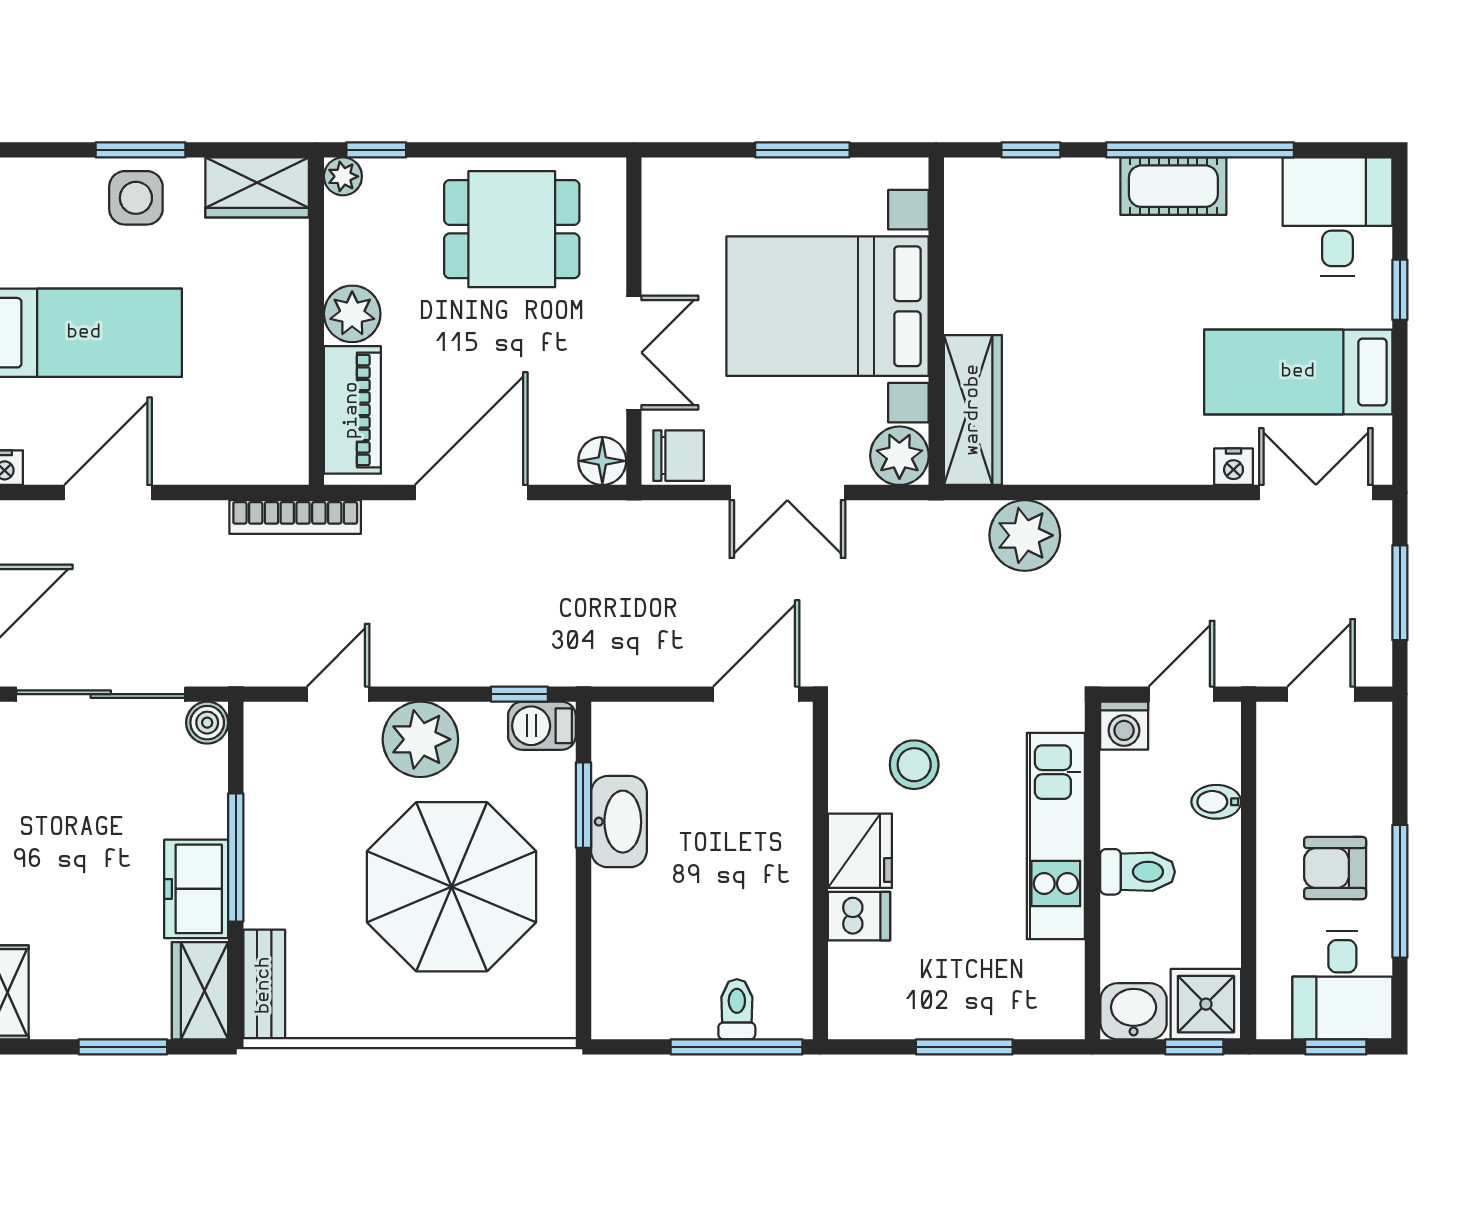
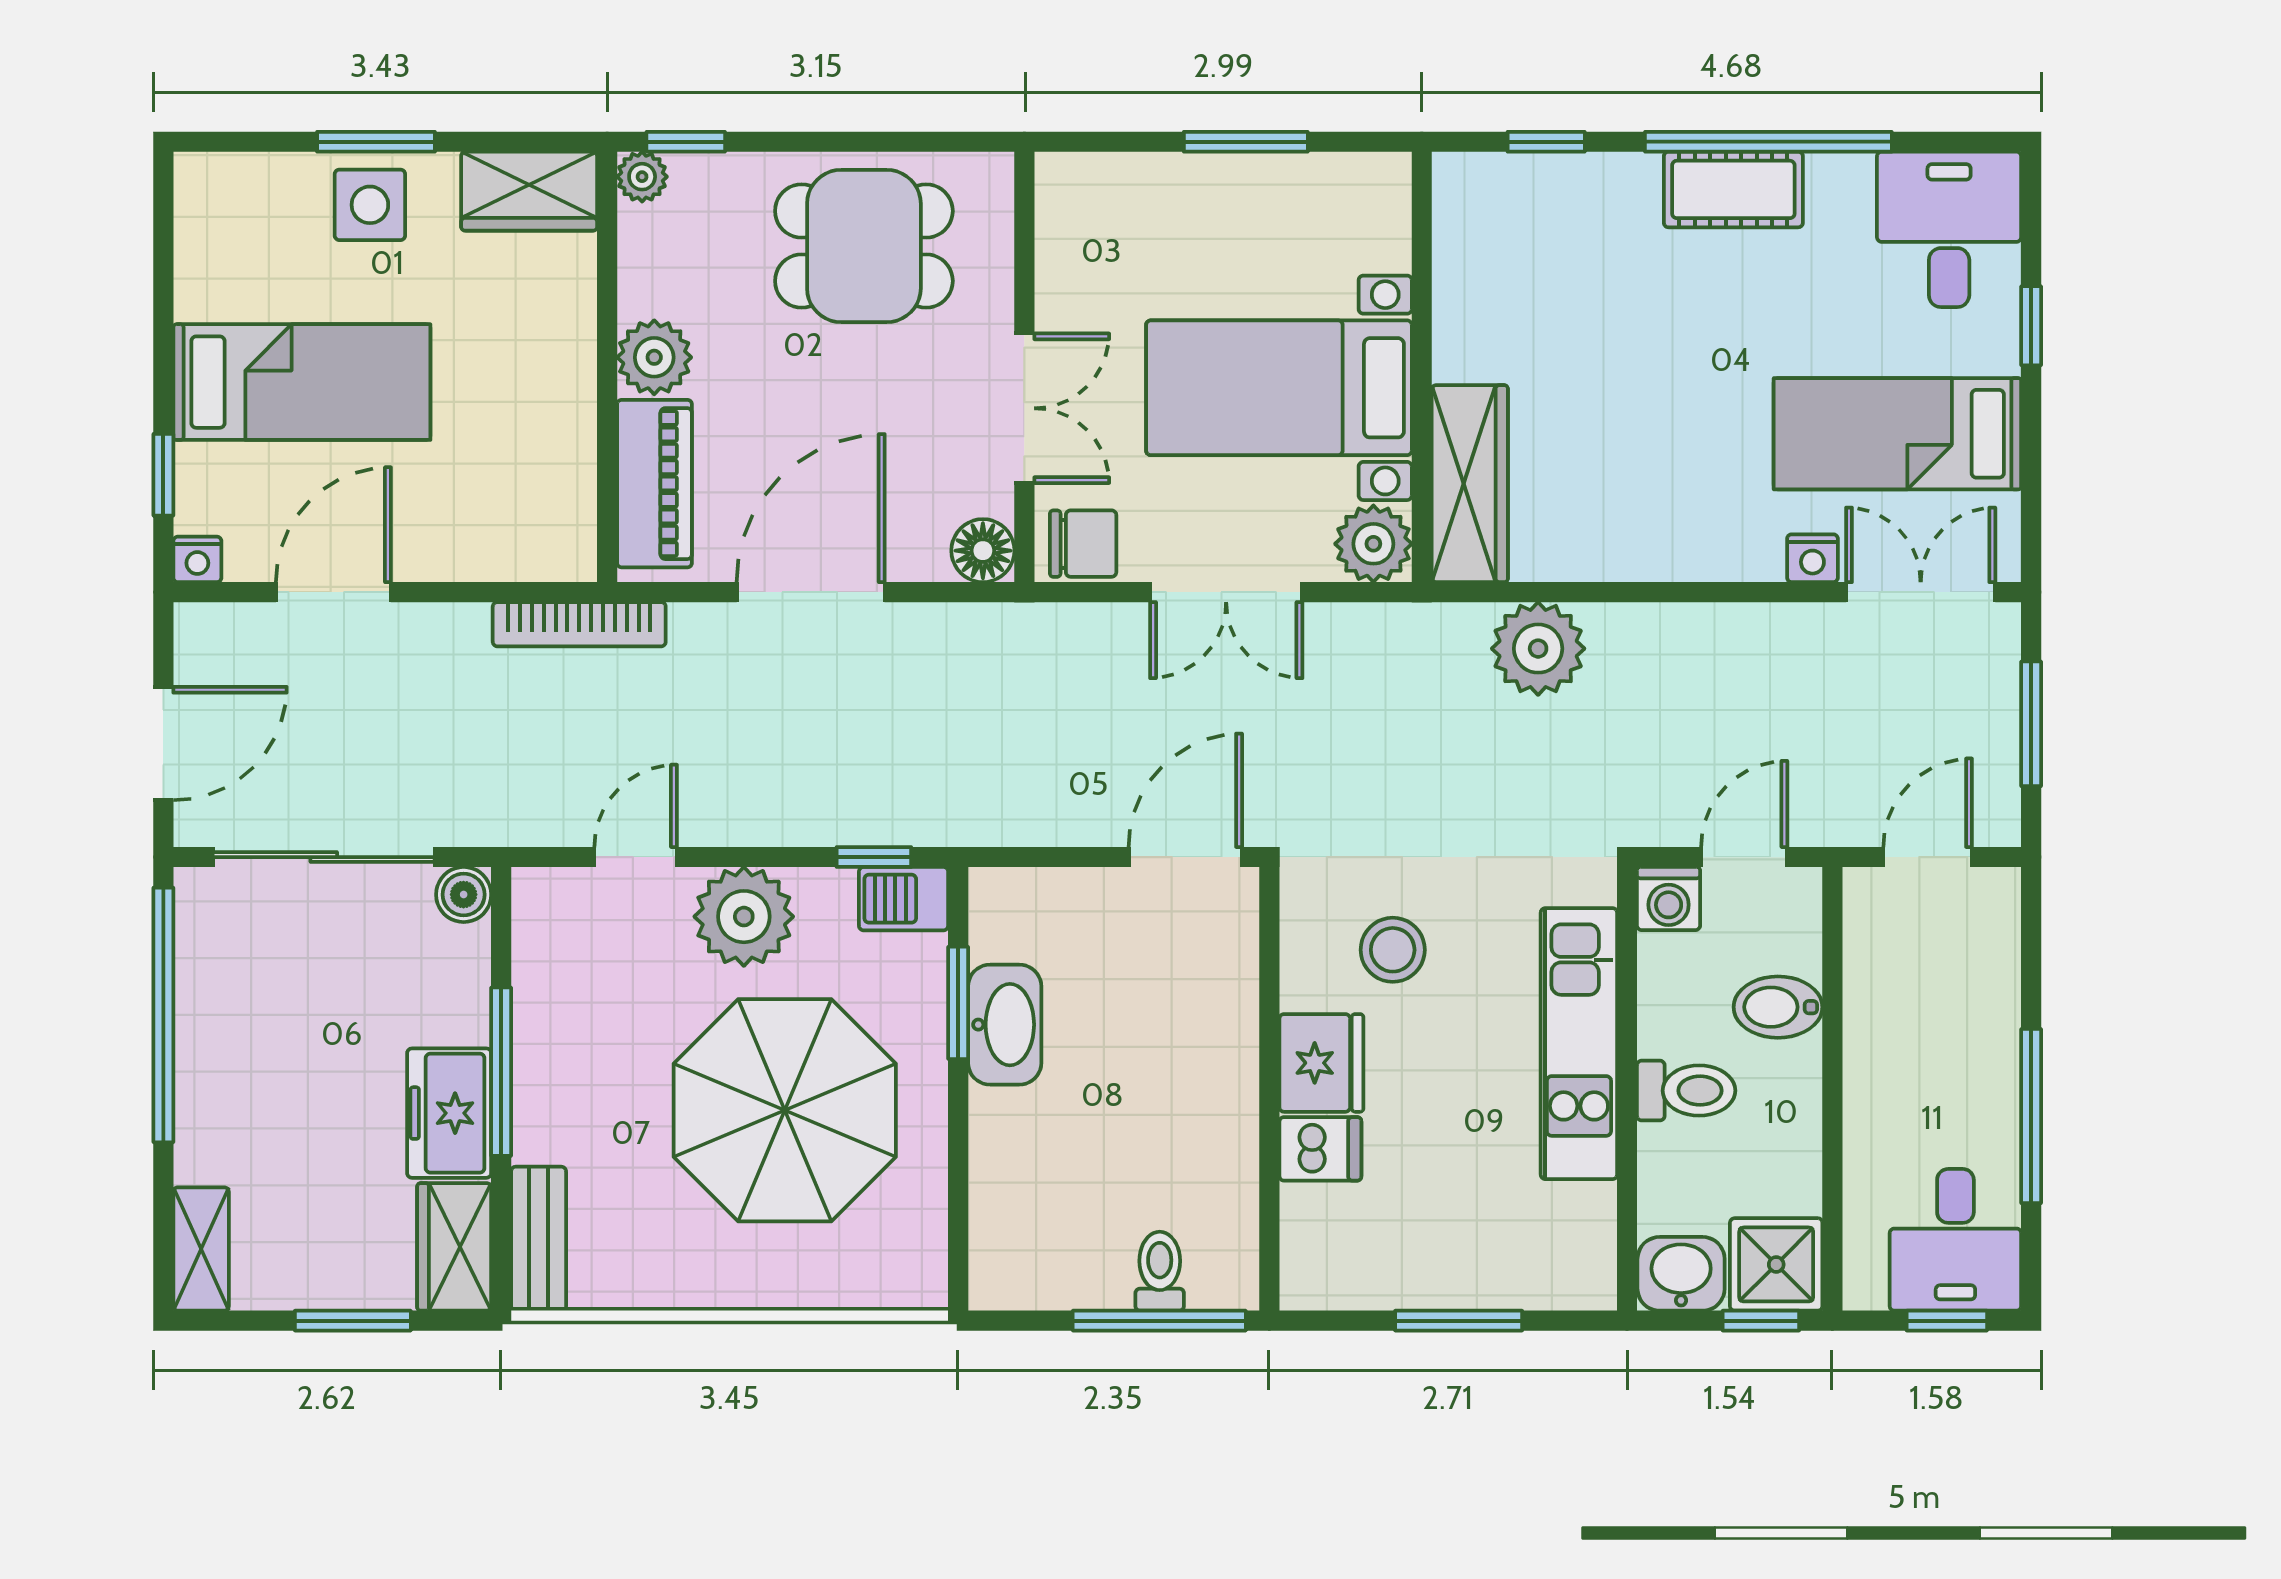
bed with nightstands: (828, 306) -> (1279, 388), width x0.73
bidet: (1216, 802) -> (1778, 1007), width x1.38, depth x1.36
armchair: (1335, 868) -> (1946, 1086), removed

